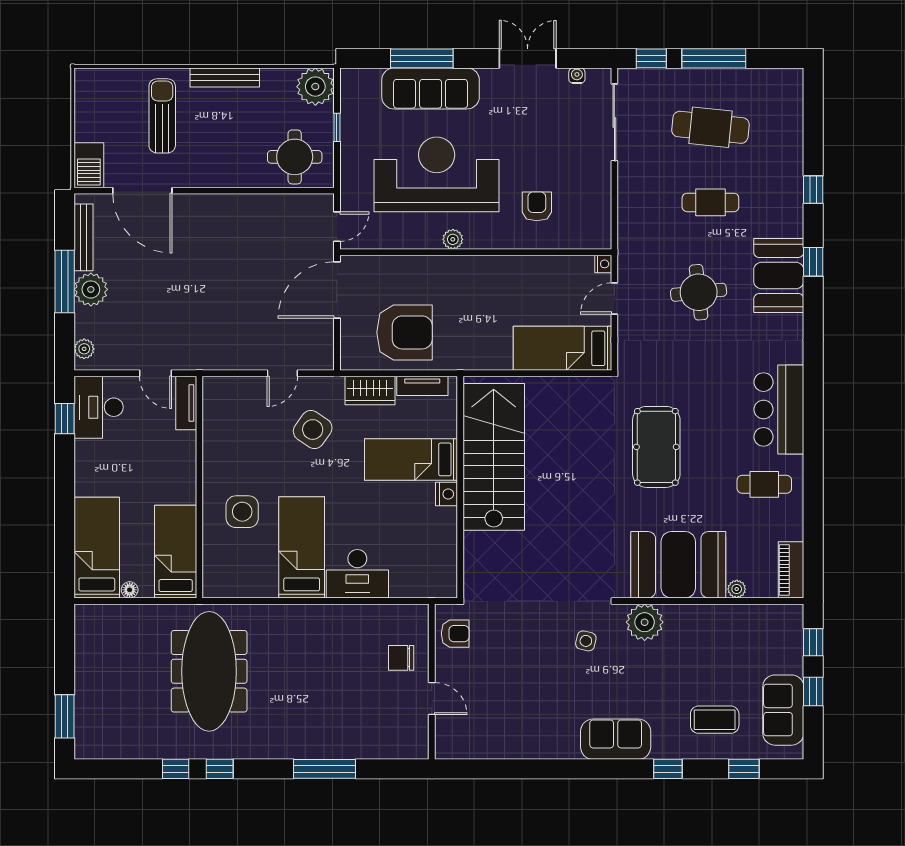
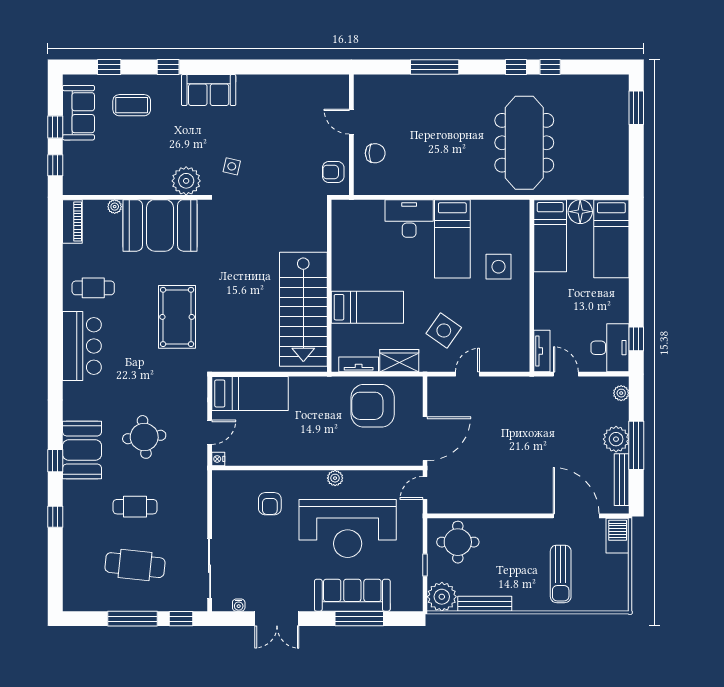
bench: (225, 77) -> (485, 604), moved
nightstand: (447, 494) -> (340, 280), removed
floor lamp: (130, 590) -> (580, 212), width x1.89, depth x1.89

